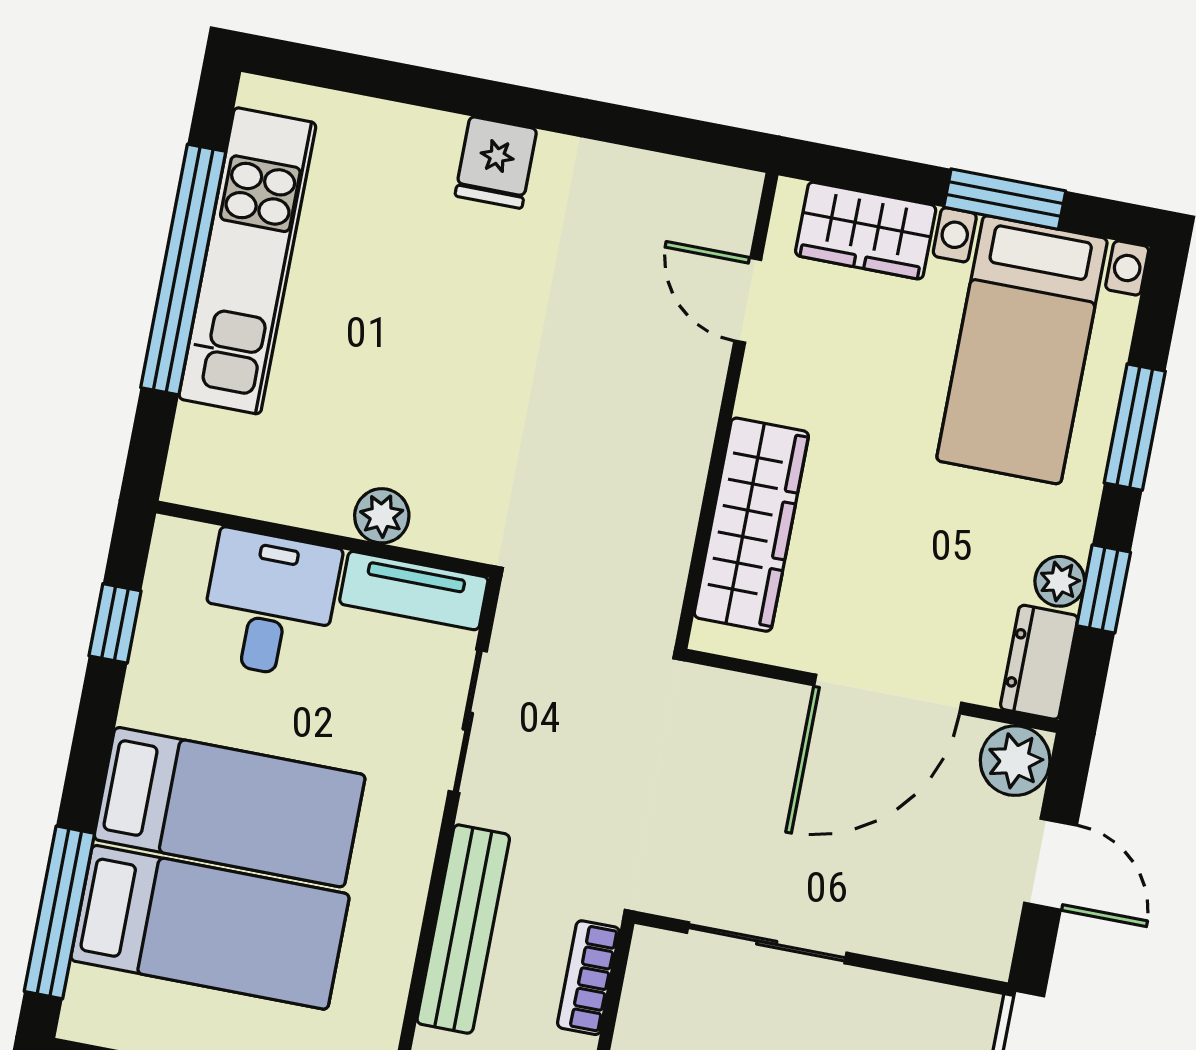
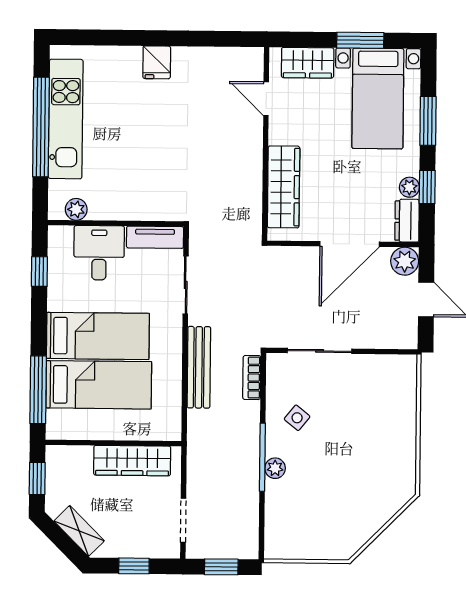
plant: (382, 516) -> (76, 209), moved

